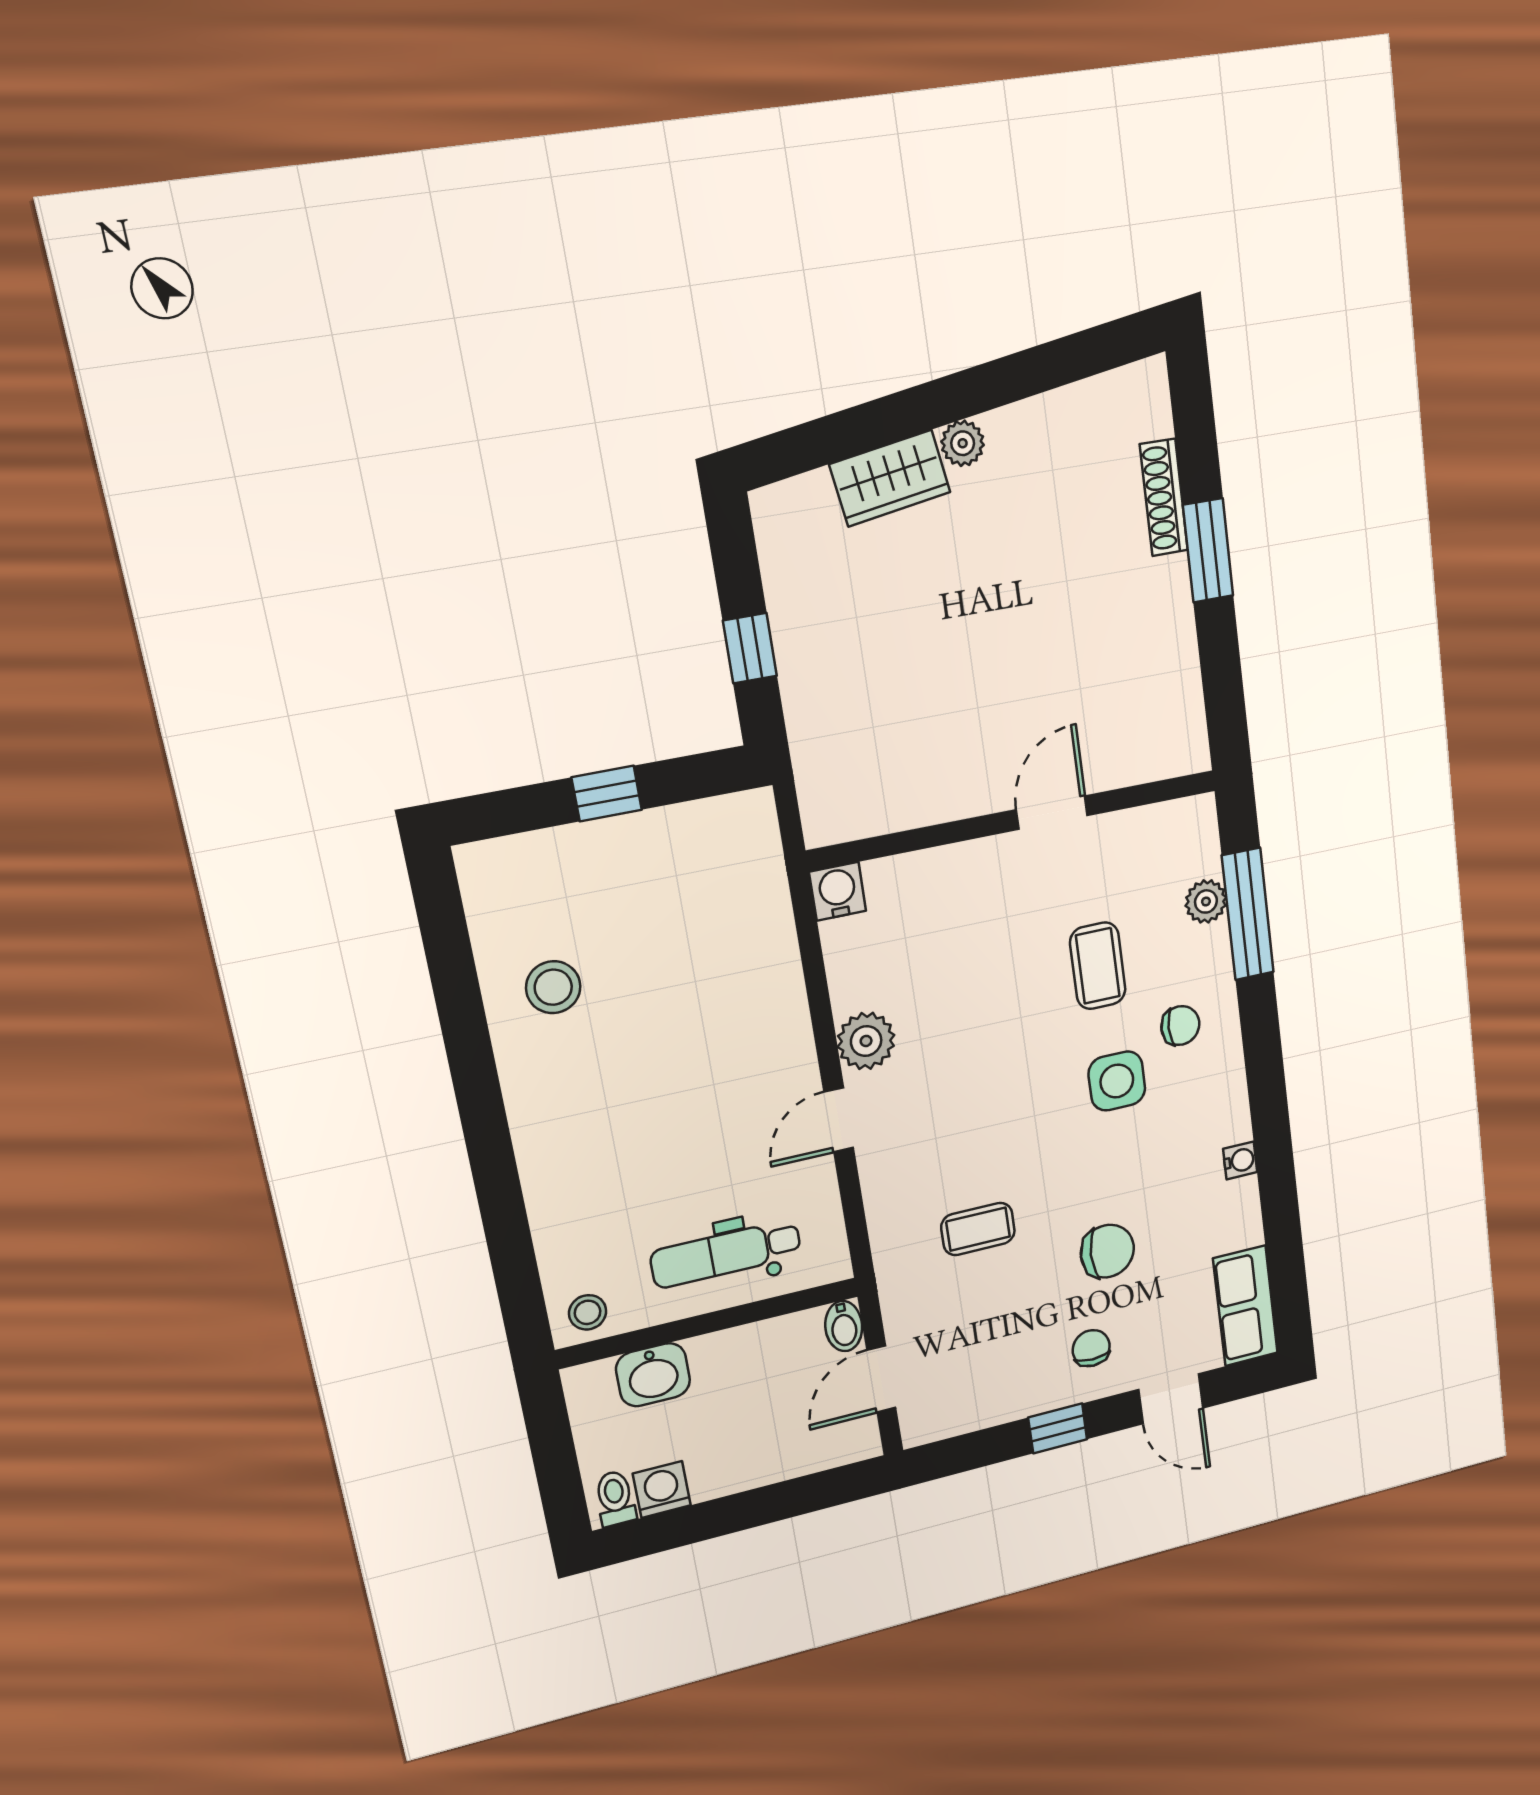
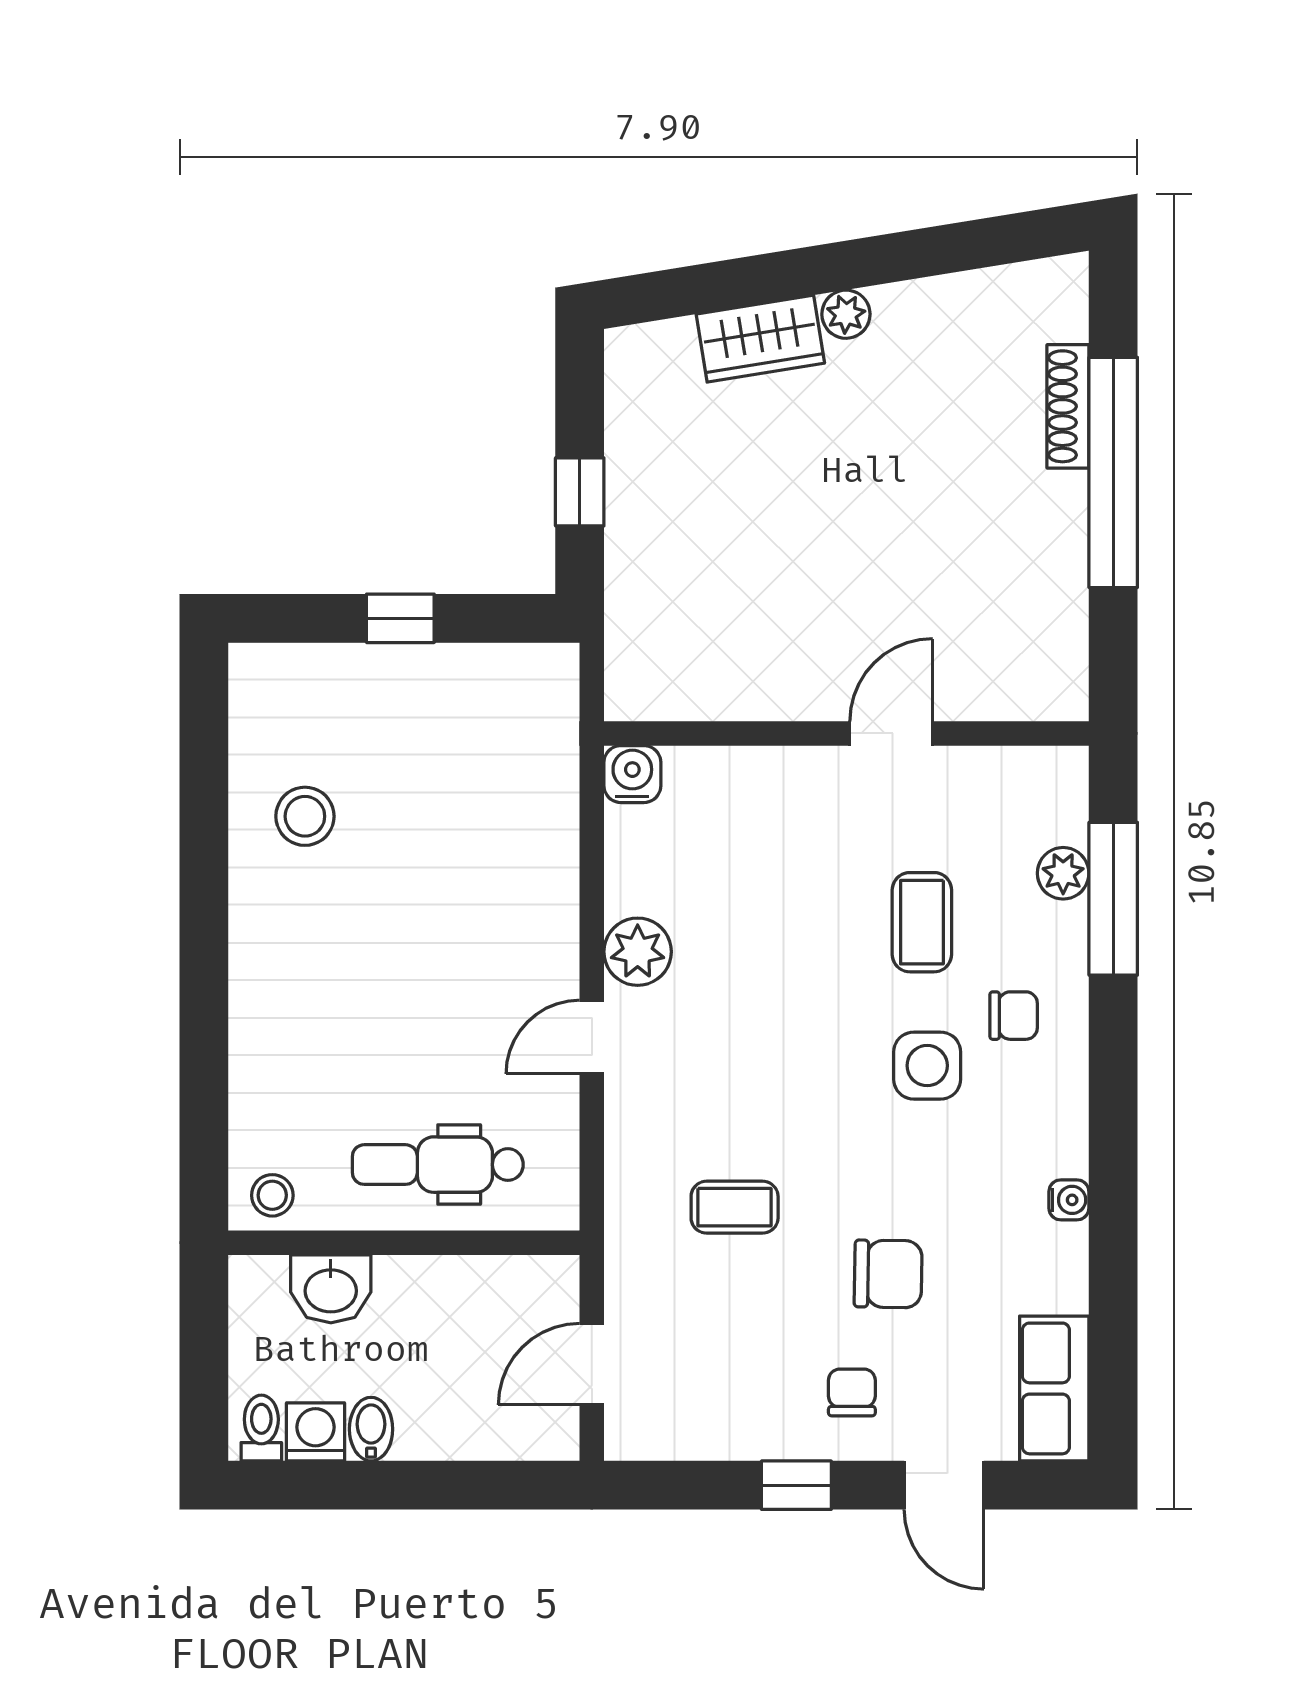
window: (1208, 550) -> (1113, 472), width x2.11
bidet: (844, 1326) -> (371, 1429), moved, turned 180

